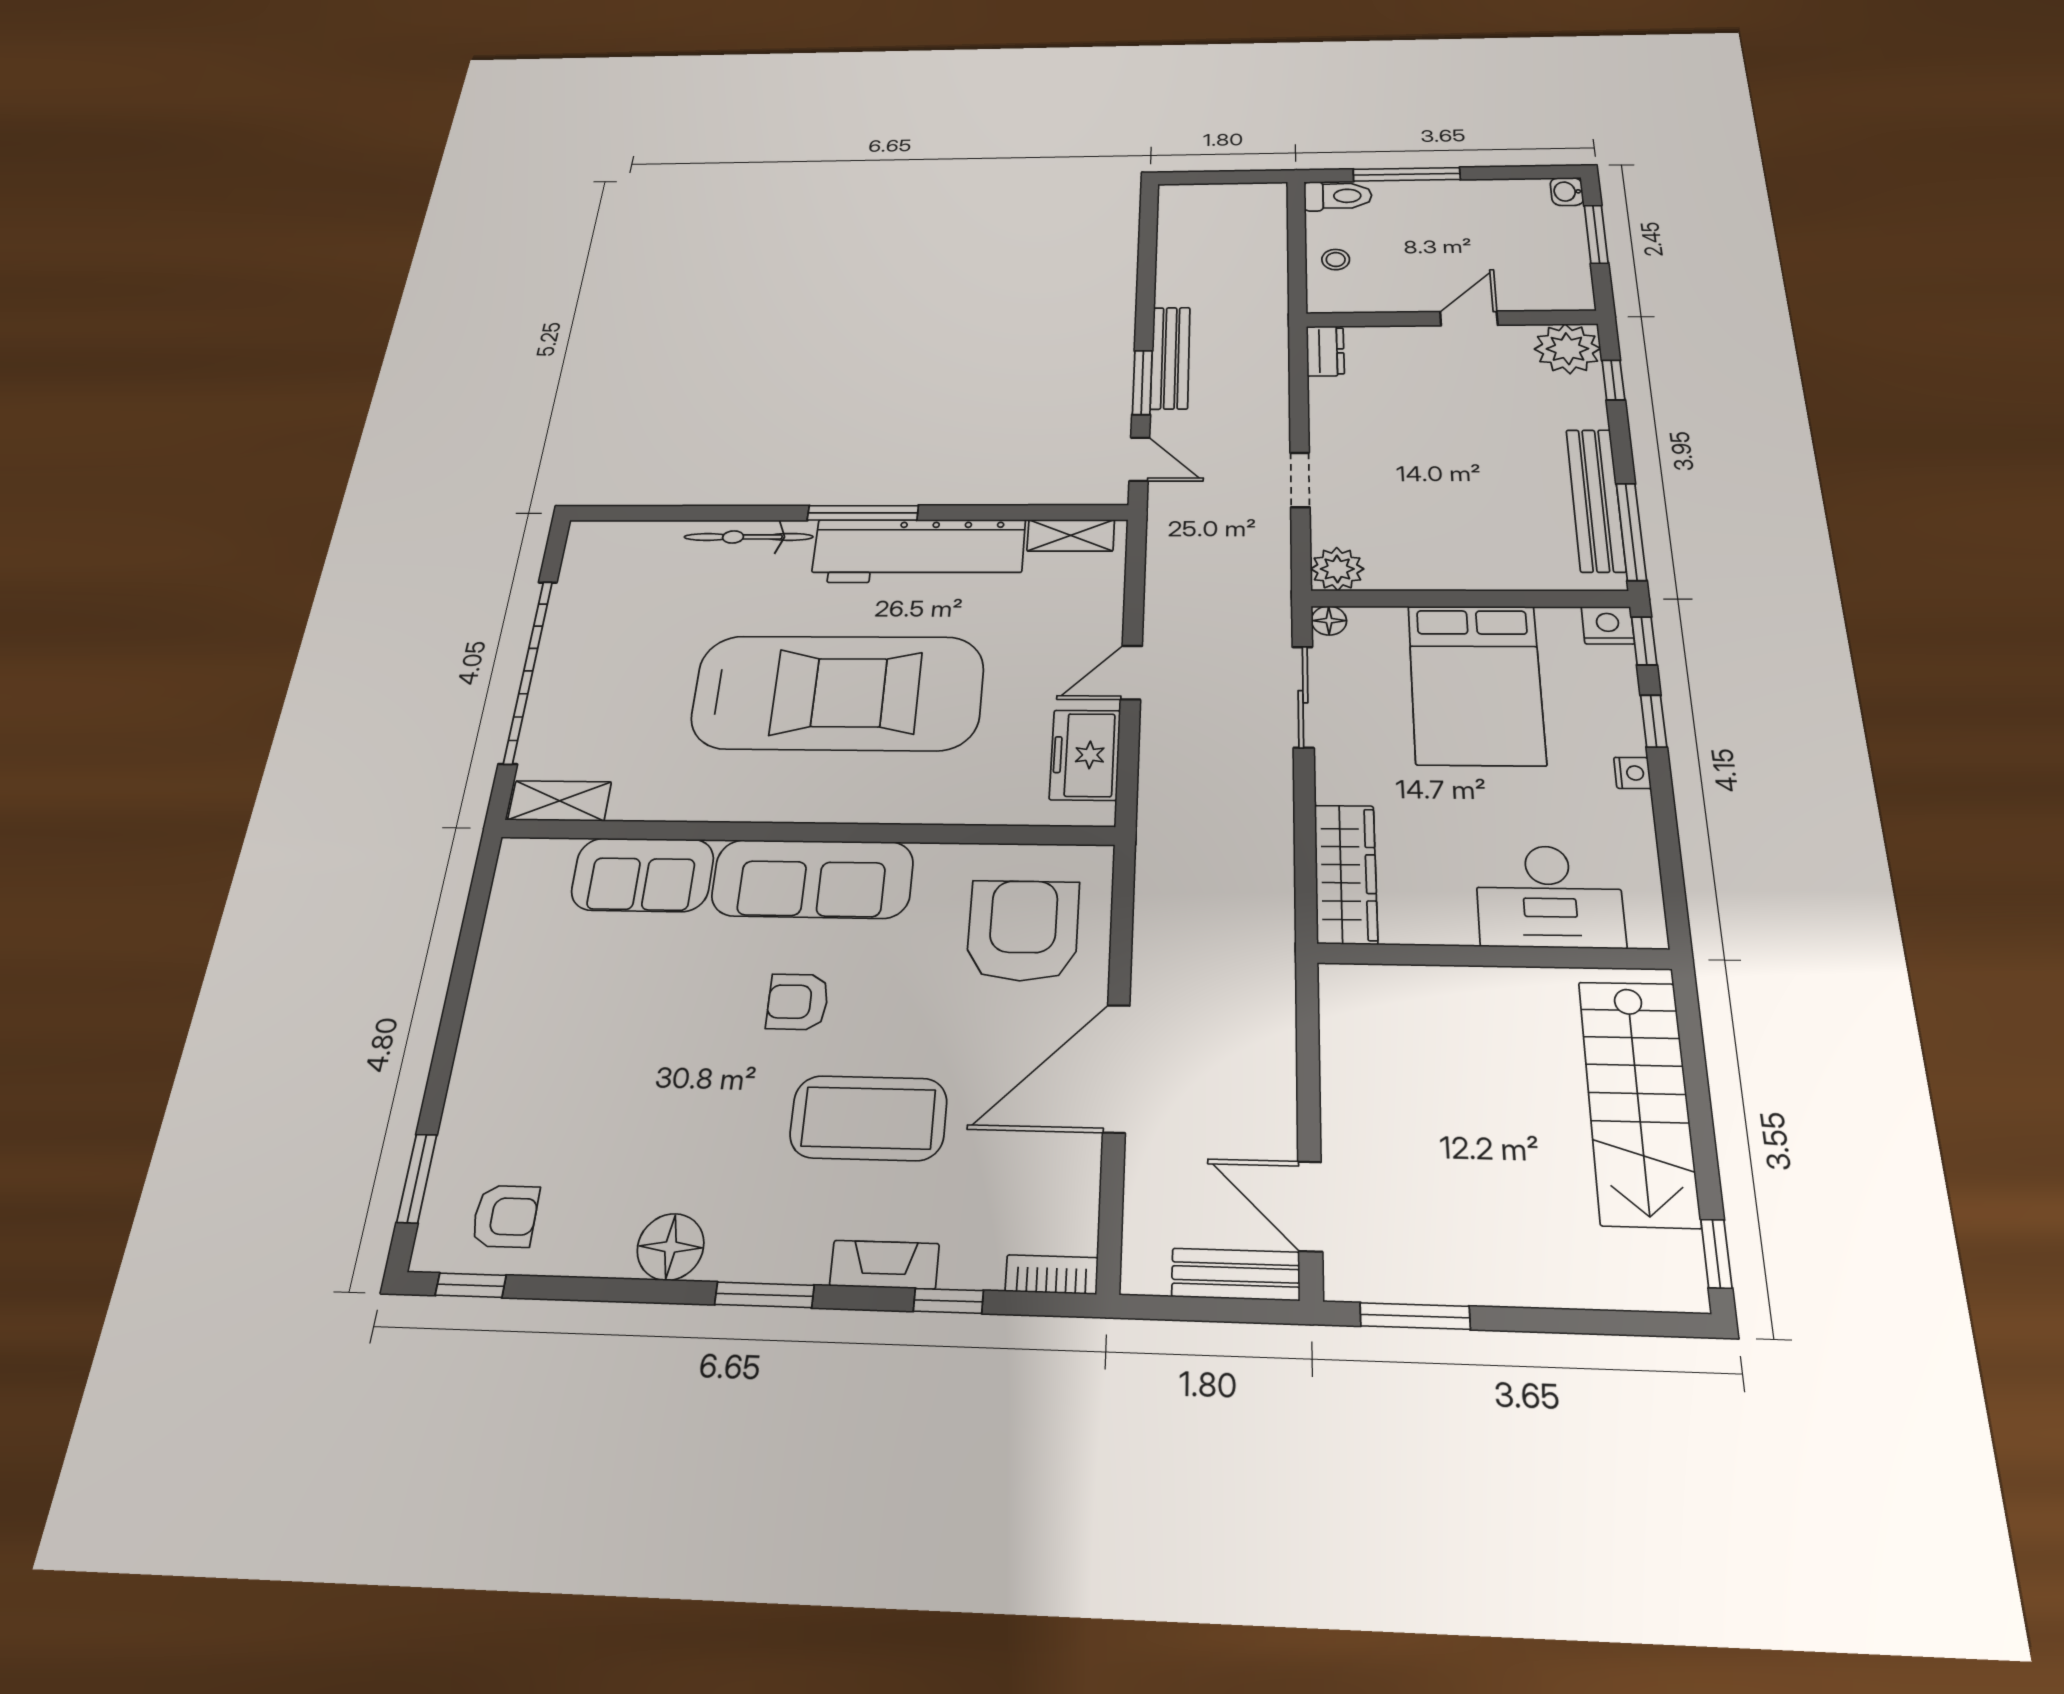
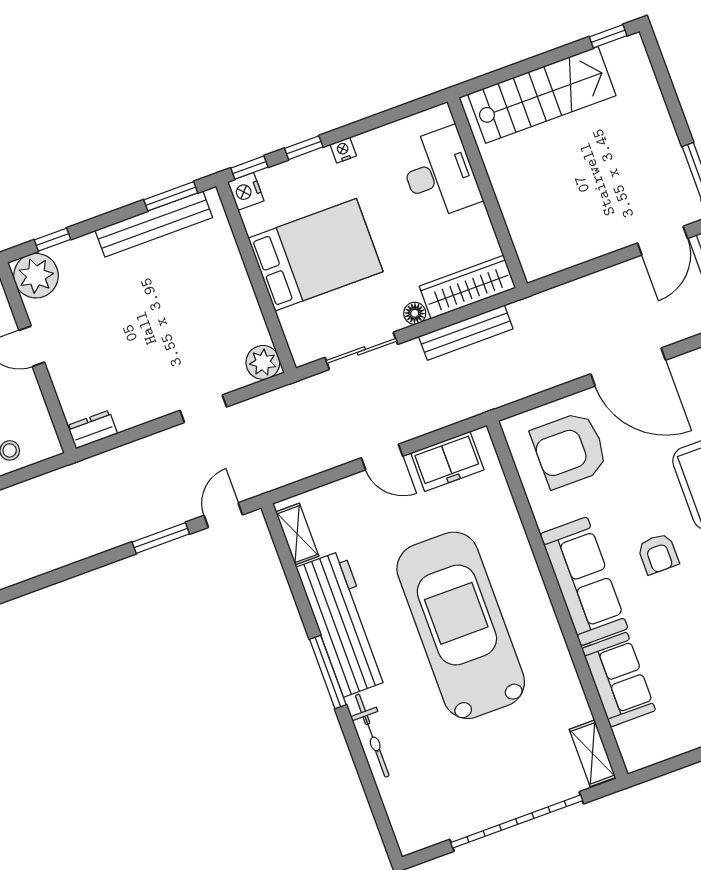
bench: (1170, 358) -> (466, 333), moved
window: (1631, 531) -> (171, 196), width x0.69
floor lamp: (1329, 621) -> (415, 313), moved

